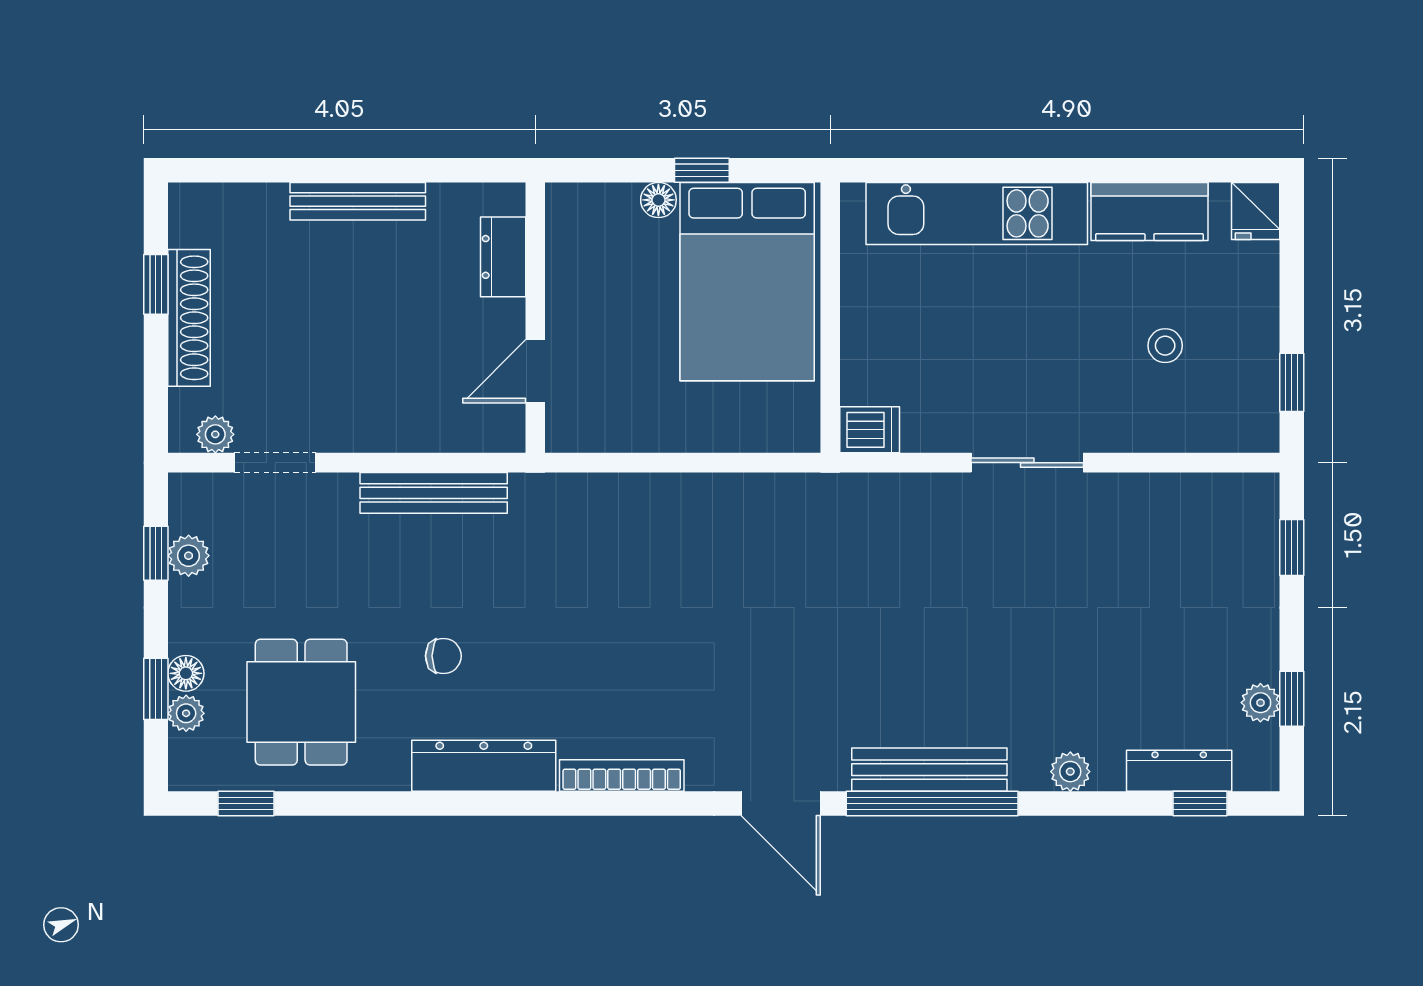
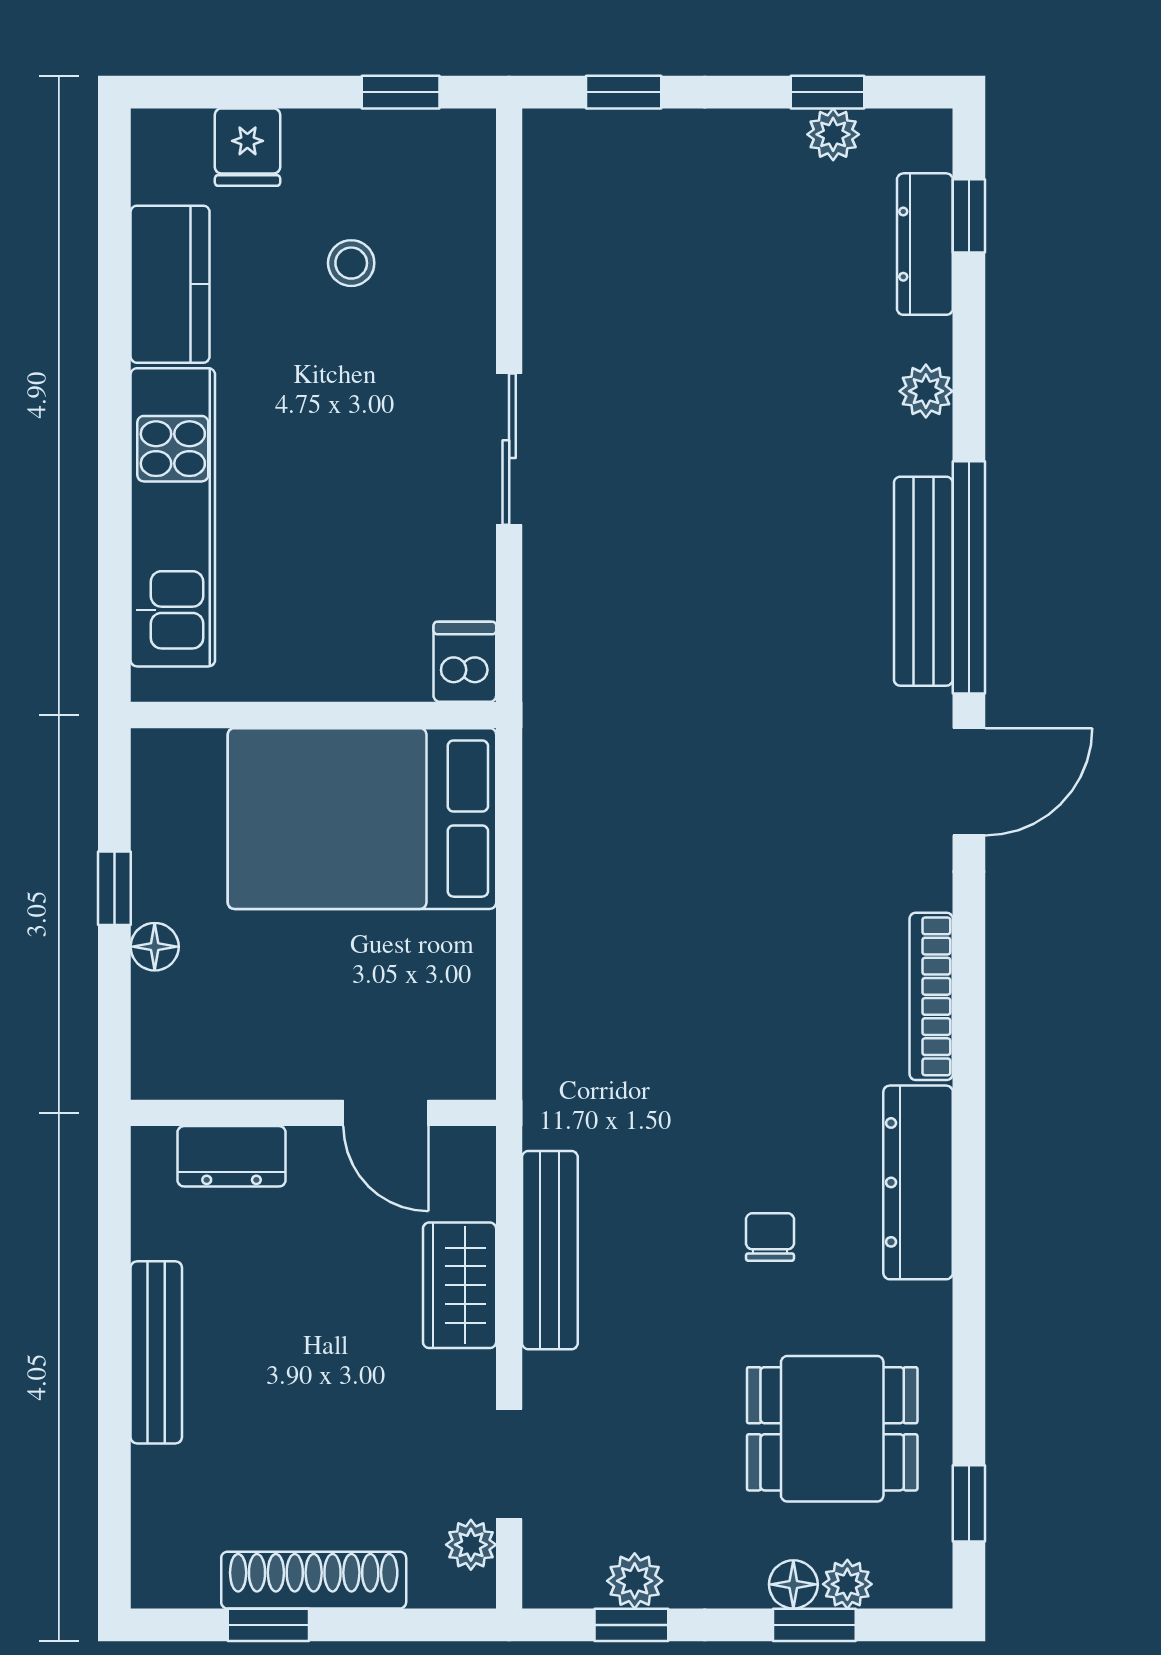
fridge: (1256, 211) -> (247, 147), moved, turned 90
bed: (747, 282) -> (362, 819), moved, turned 180
wardrobe: (408, 426) -> (460, 1285), added

